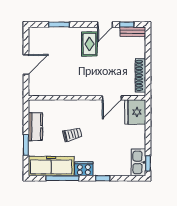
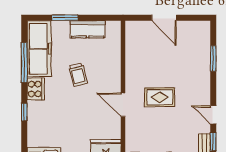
rug: (89, 44) -> (160, 97), moved
door: (112, 98) -> (123, 105), moved

